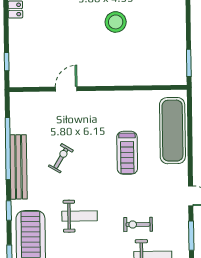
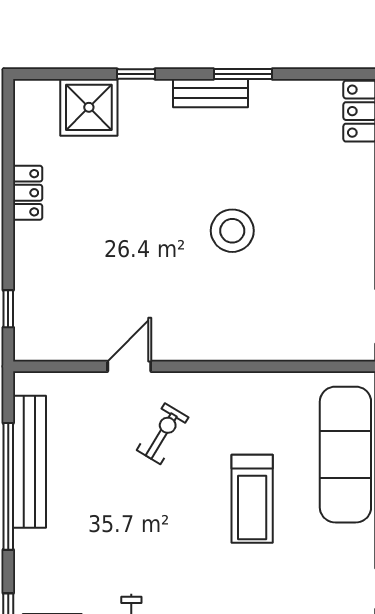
exercise bike: (61, 158) -> (163, 434), moved
bench: (19, 167) -> (29, 462), moved

